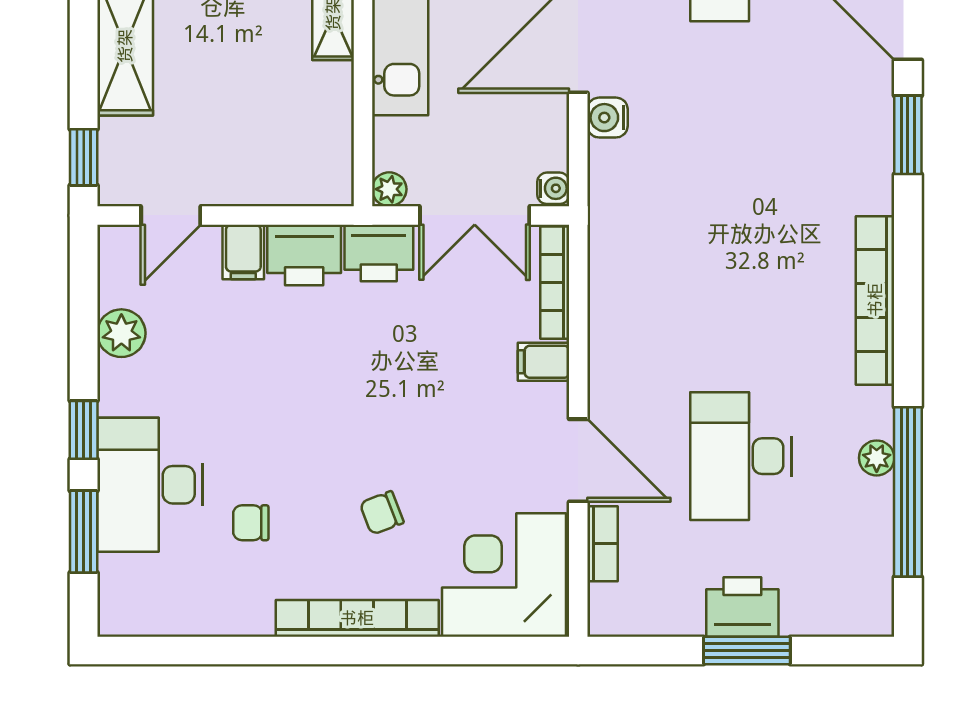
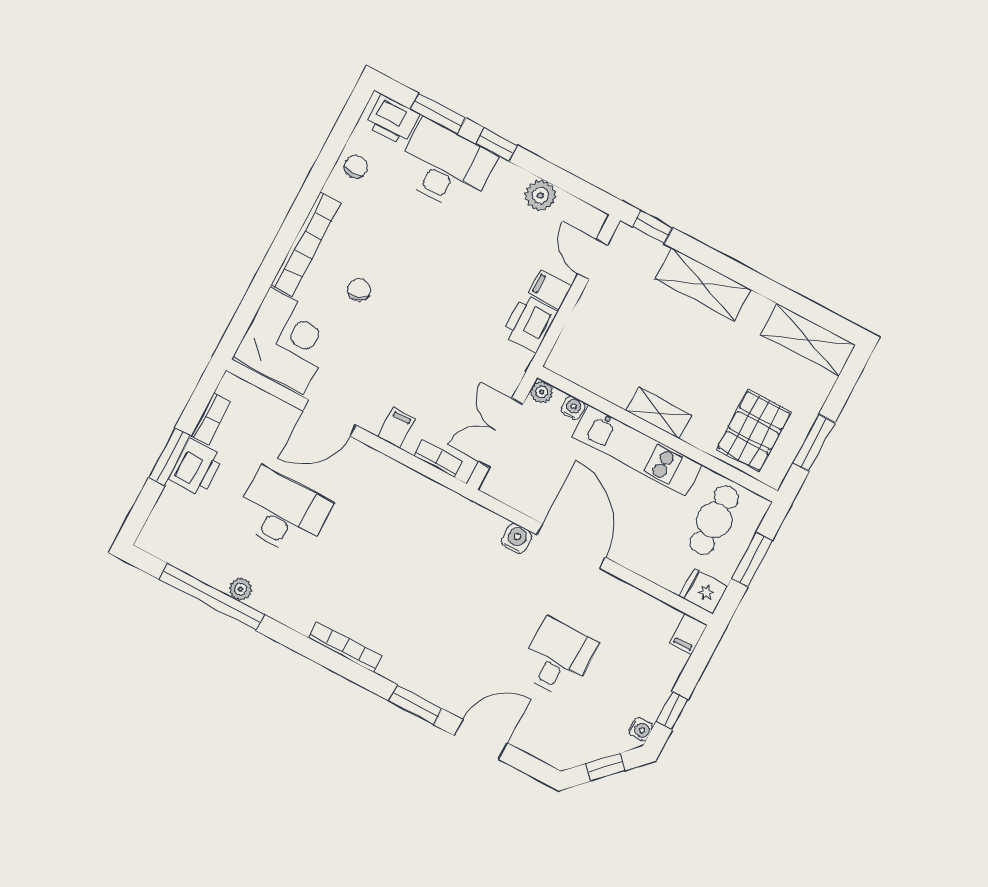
water cooler: (553, 188) -> (573, 408), moved, turned 180
printer: (379, 253) -> (392, 120), moved, turned -90
bookcase: (555, 283) -> (438, 458), width x0.64
bookcase: (875, 300) -> (345, 647), width x0.68, depth x0.76
chair: (251, 523) -> (356, 167), moved
bookcase: (602, 544) -> (211, 419), moved, turned -90

